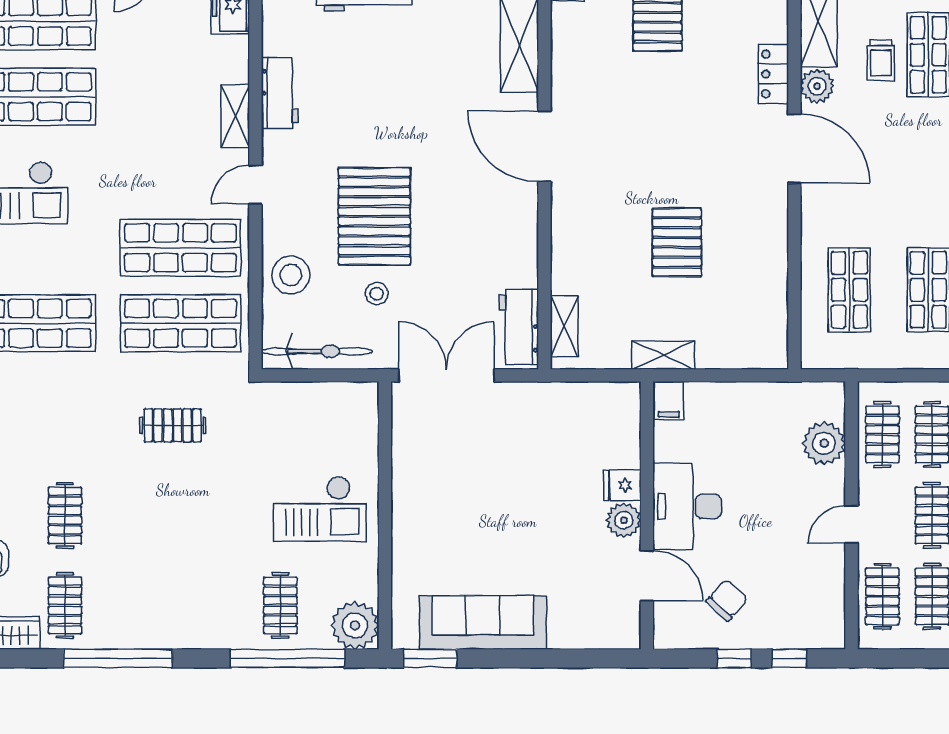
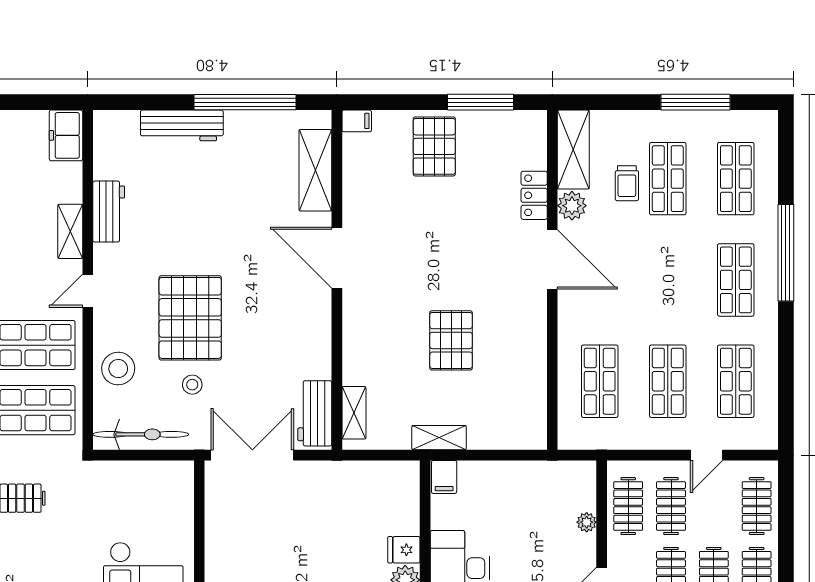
plant: (824, 443) -> (587, 522), width x0.53, depth x0.53

